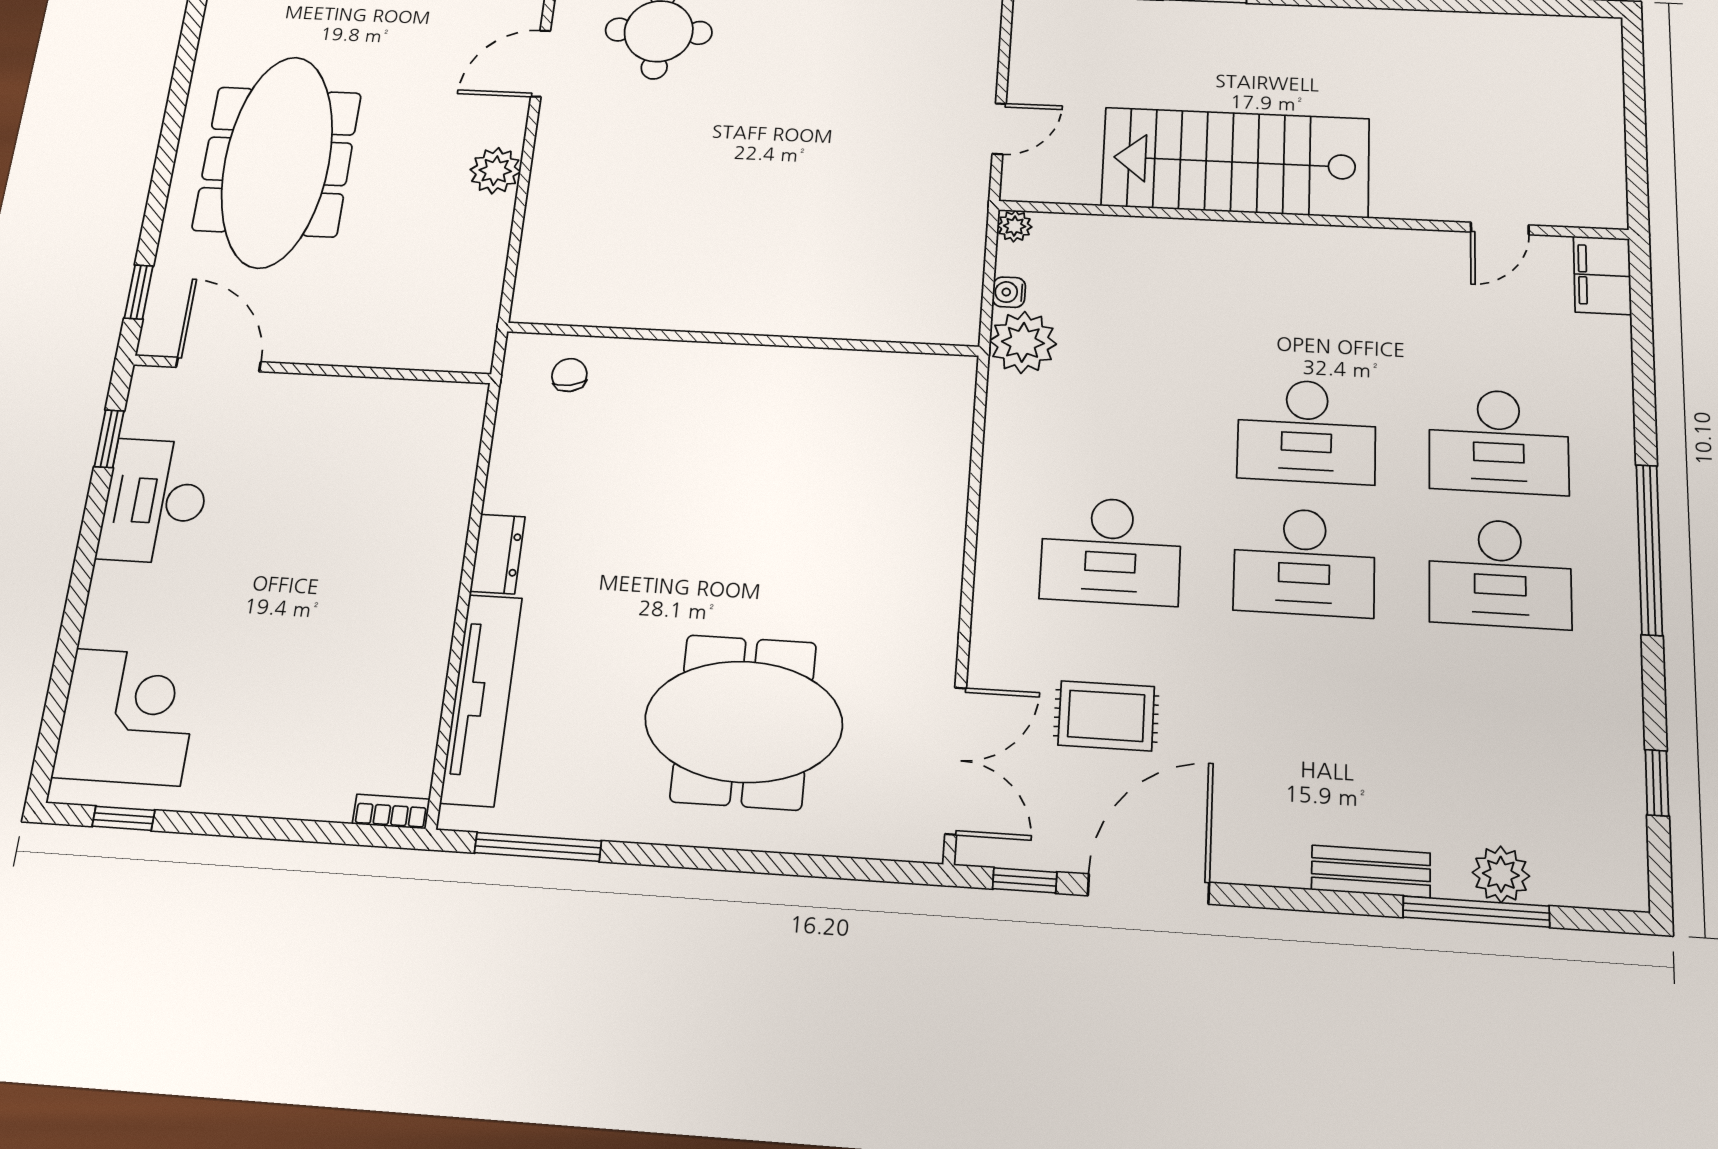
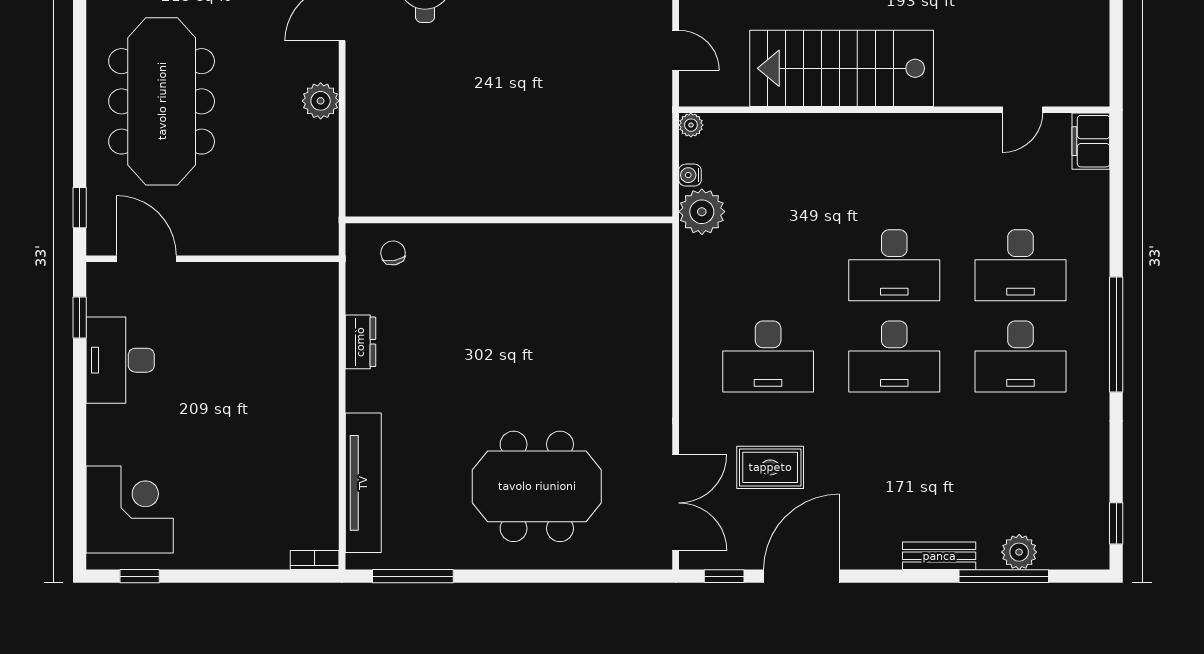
door: (999, 129) -> (676, 50), hinge flipped
dresser: (498, 554) -> (360, 342), moved
window: (1657, 783) -> (1116, 523), moved

